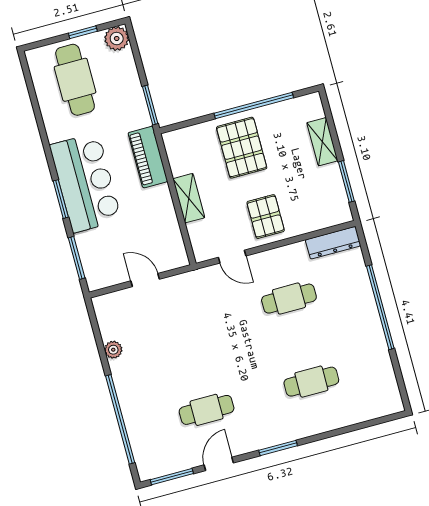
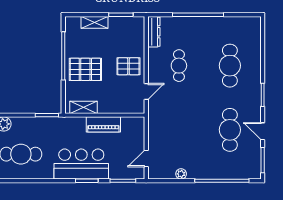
piano: (148, 157) -> (103, 124), moved
shelving: (189, 198) -> (83, 107), moved
door: (145, 280) -> (146, 159), moved
cafe table: (311, 382) -> (230, 66), width x1.37, depth x1.35
cafe table: (207, 410) -> (230, 130), width x1.37, depth x1.35

